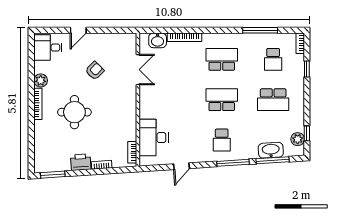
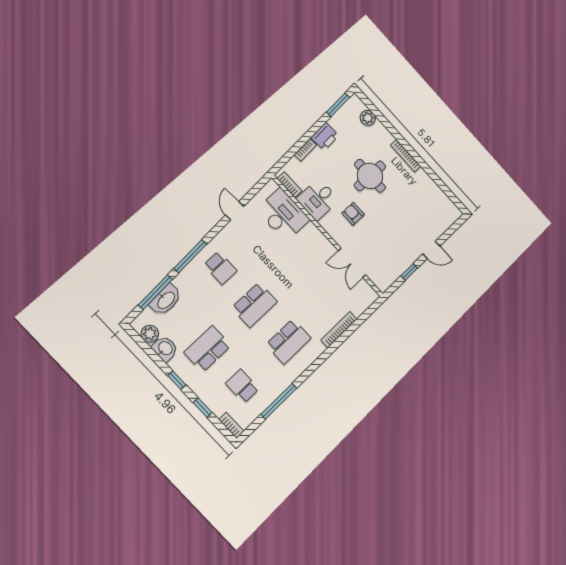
door: (78, 30) -> (431, 250), swing flipped
window: (106, 30) -> (409, 272), added
washbasin: (158, 40) -> (165, 349), moved, turned 90
desk: (48, 47) -> (318, 199), moved, turned 180
armchair: (95, 71) -> (353, 214), moved, turned 135
plant: (41, 80) -> (368, 118), moved
window: (307, 133) -> (177, 380), moved
school desk: (222, 140) -> (220, 268), turned 180

